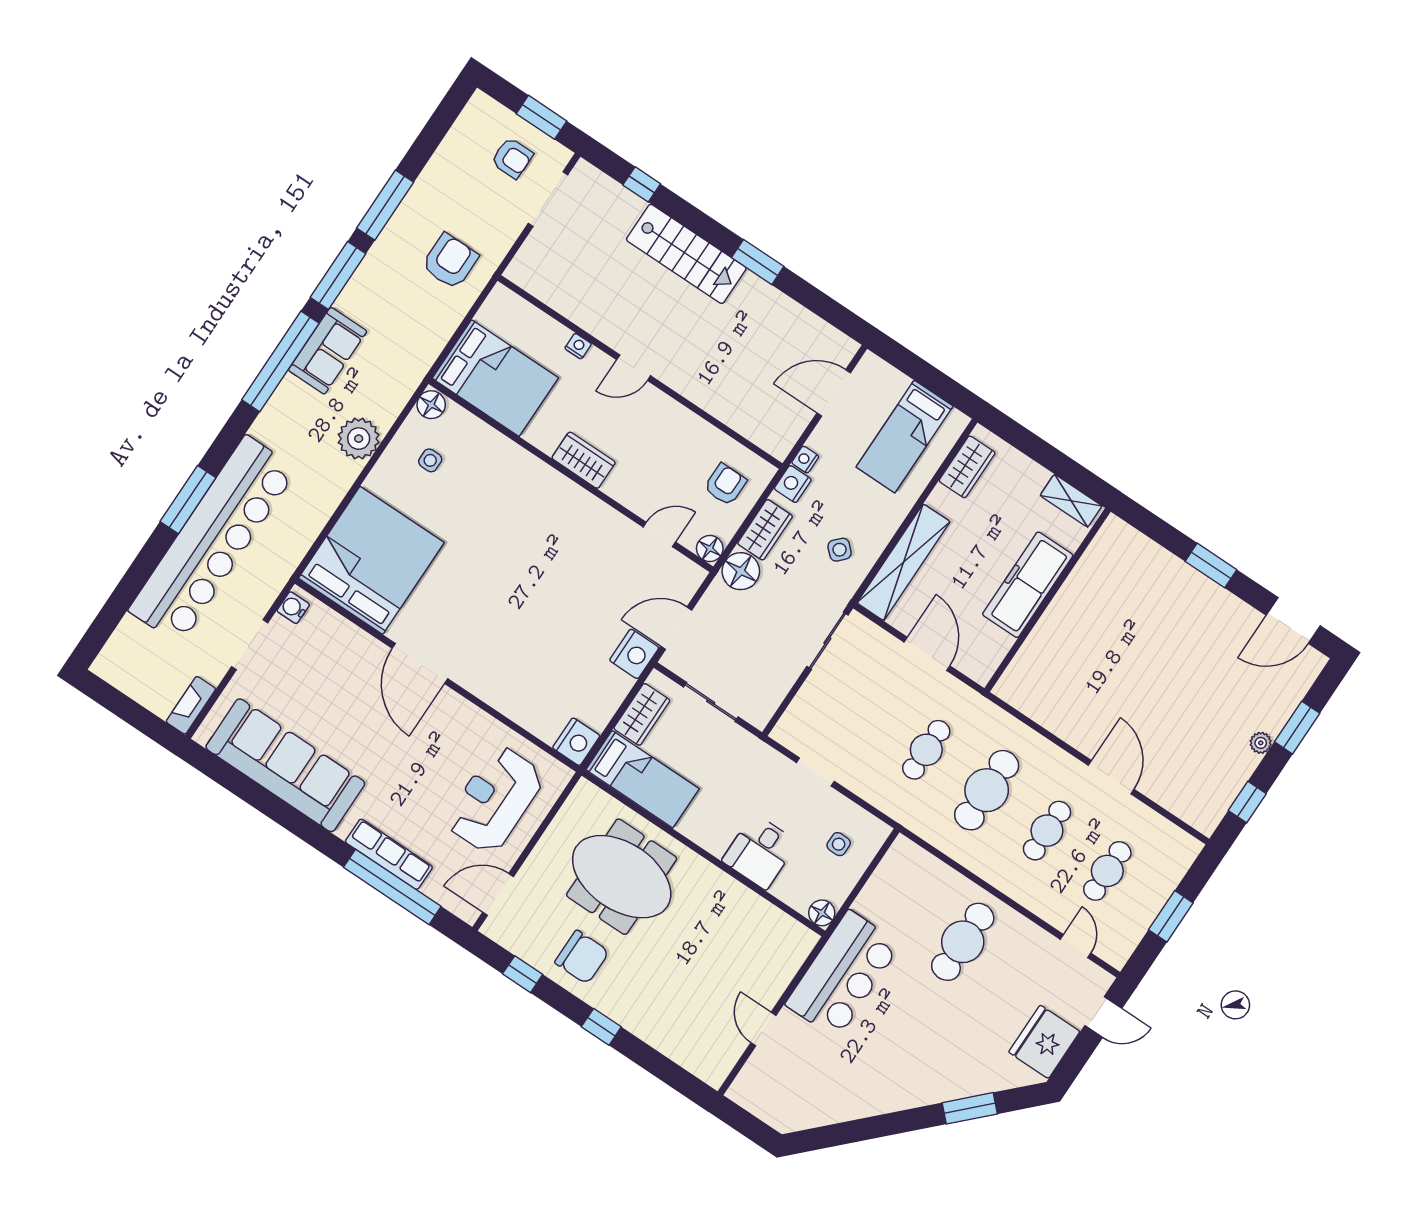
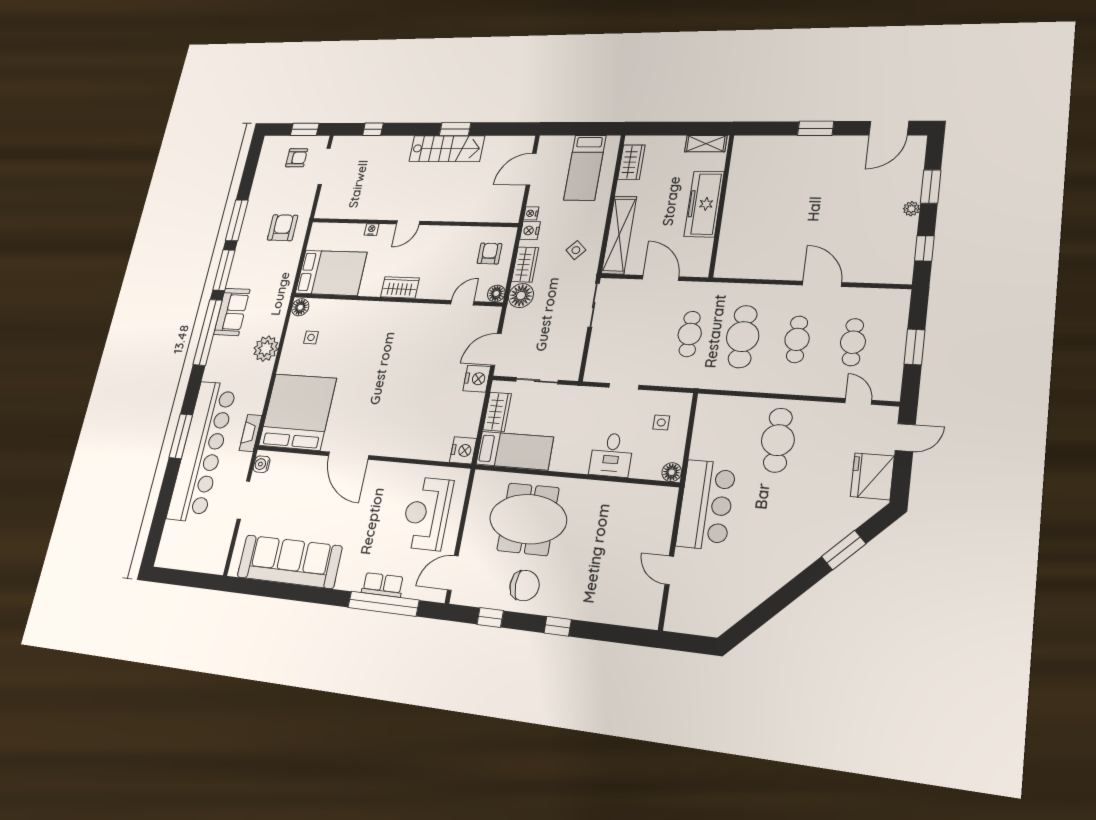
stairs: (686, 254) -> (447, 149), moved
fireplace: (191, 705) -> (250, 433), moved
row of seats: (389, 854) -> (383, 585), width x0.68

